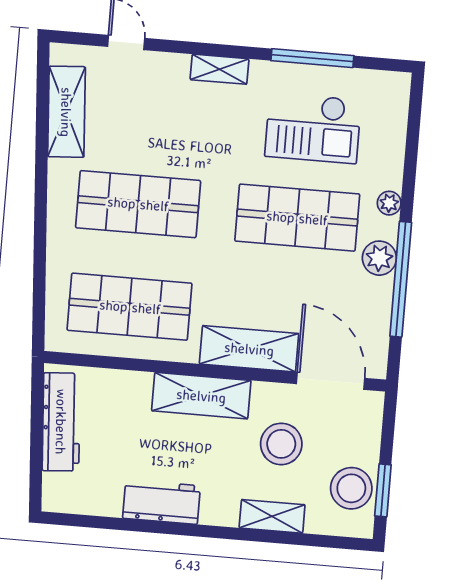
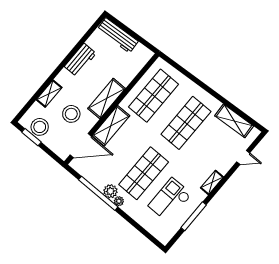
plant: (389, 203) -> (119, 201), moved
workbench: (61, 422) -> (118, 35), moved

